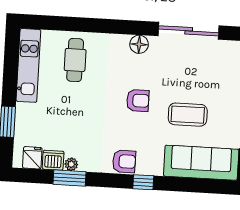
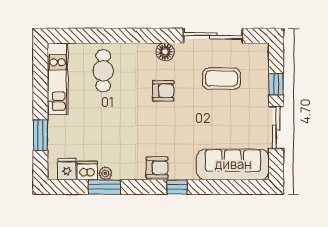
armchair: (138, 100) -> (163, 91), moved
coffee table: (188, 115) -> (221, 79), moved

